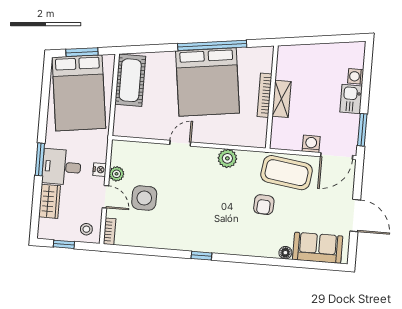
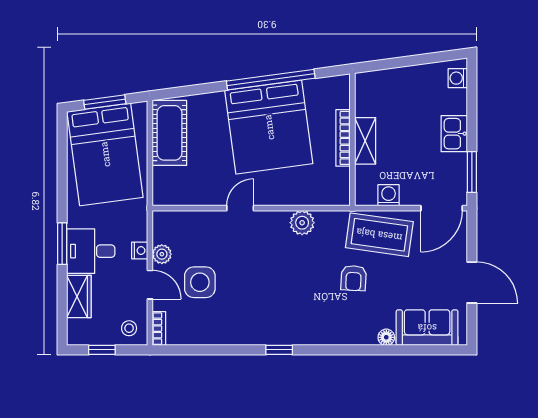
washing machine: (356, 76) -> (458, 78), moved
washing machine: (311, 144) -> (389, 195), moved

